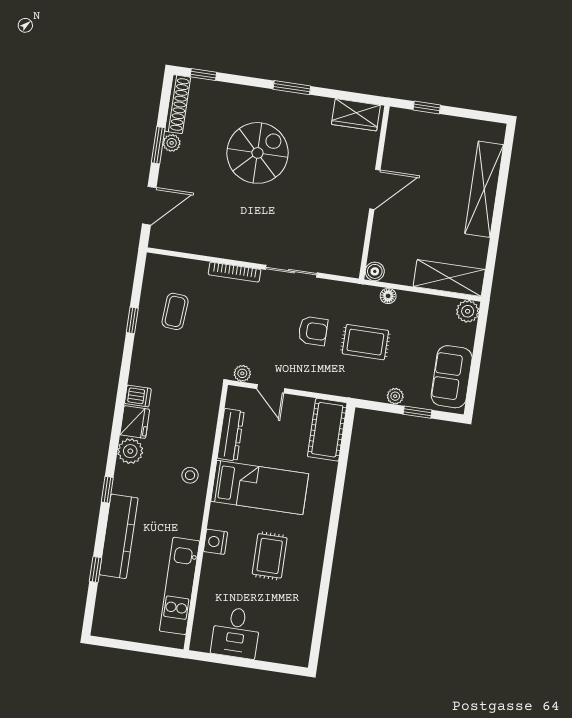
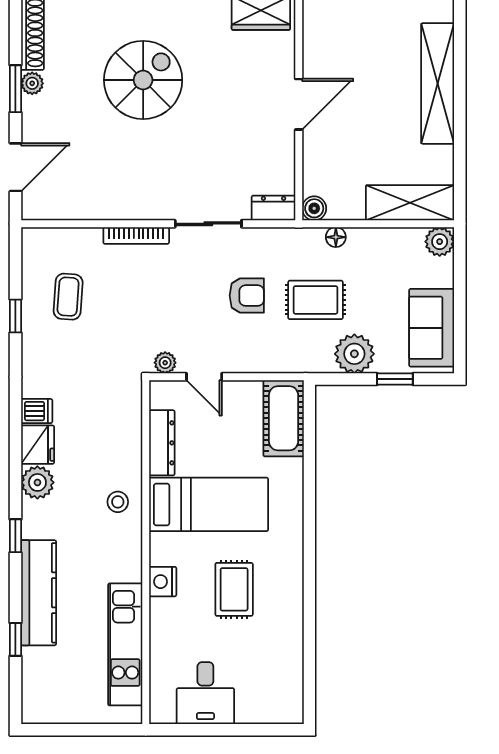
dresser: (343, 266) -> (274, 208), added
plant: (395, 396) -> (354, 354), width x1.87, depth x1.87

